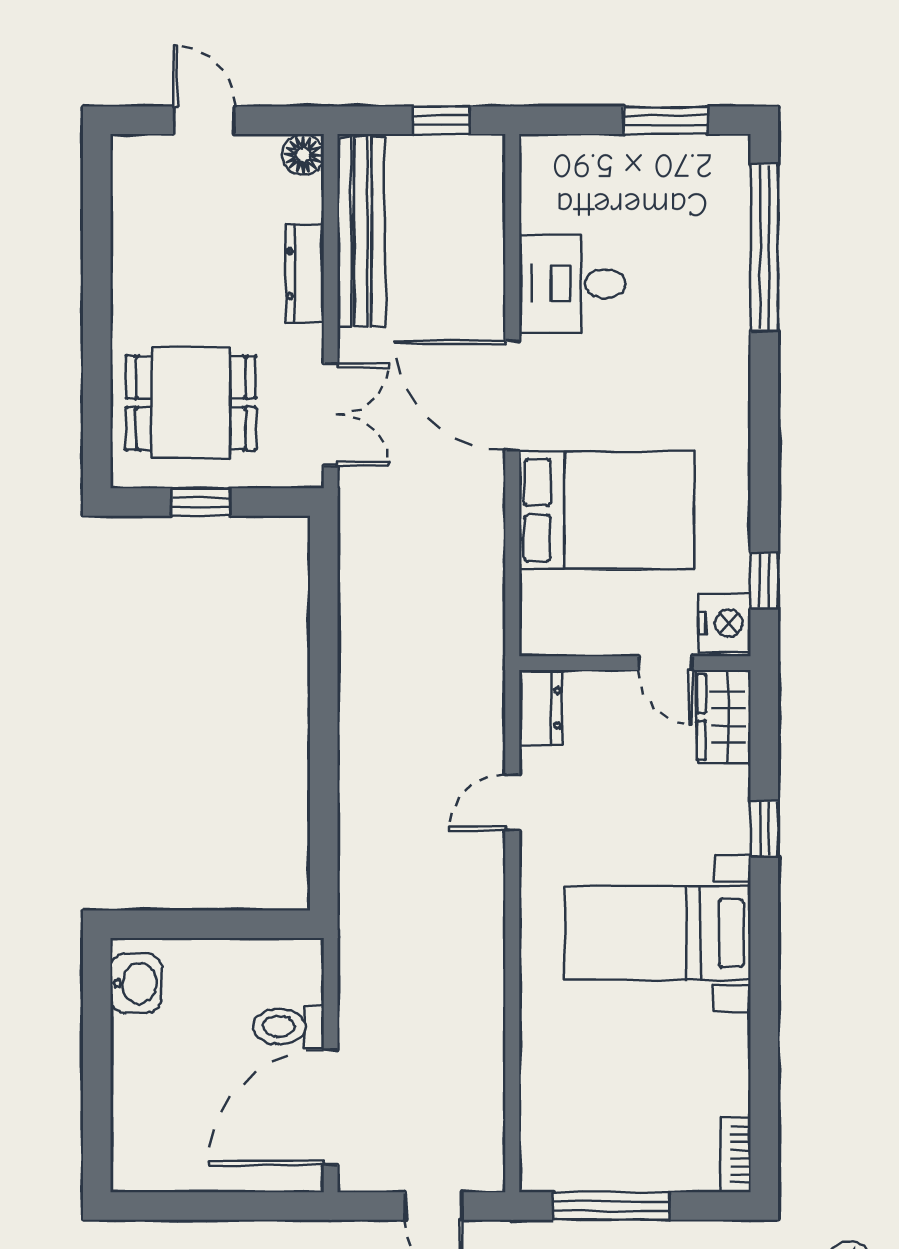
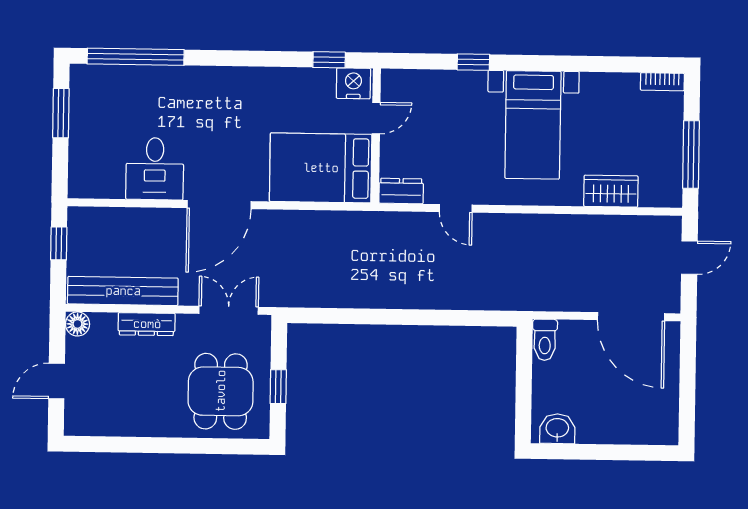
bed: (607, 510) -> (321, 168), moved, turned -90
wardrobe: (724, 717) -> (611, 191), moved, turned 180
toilet: (288, 1027) -> (545, 340), moved

